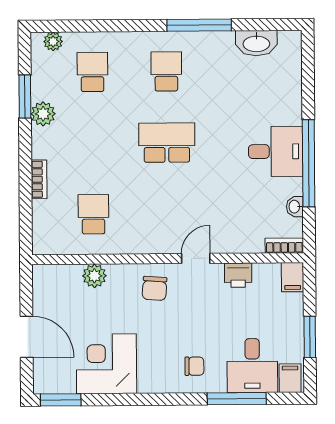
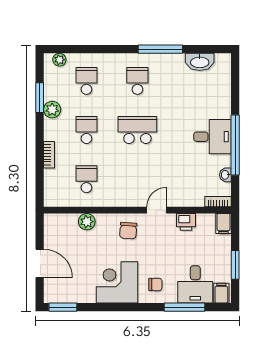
school desk: (93, 143) -> (86, 130), added
corner desk: (106, 364) -> (117, 282), moved

